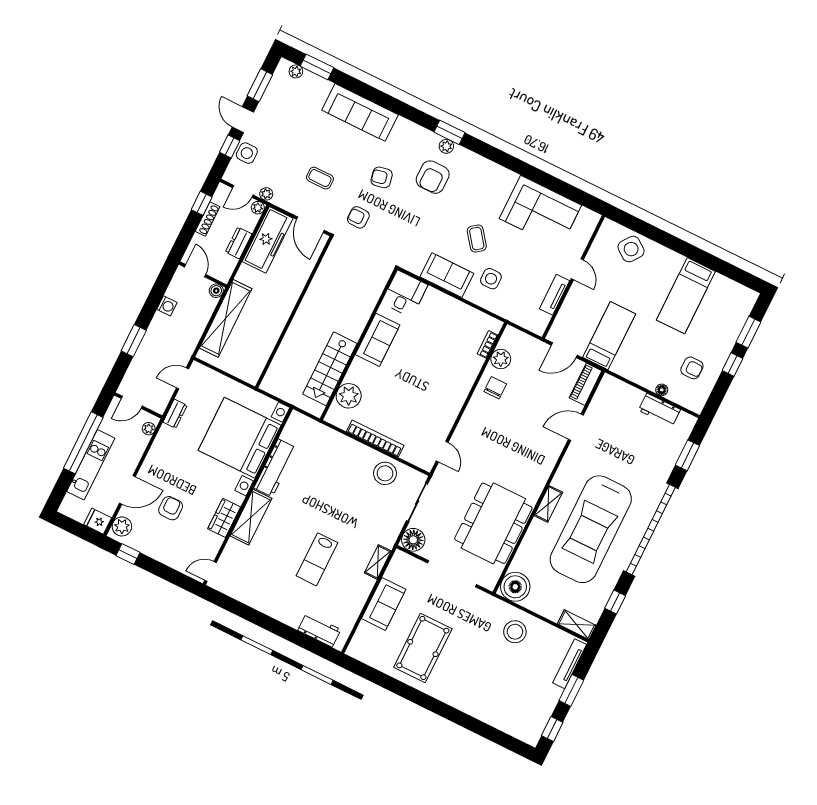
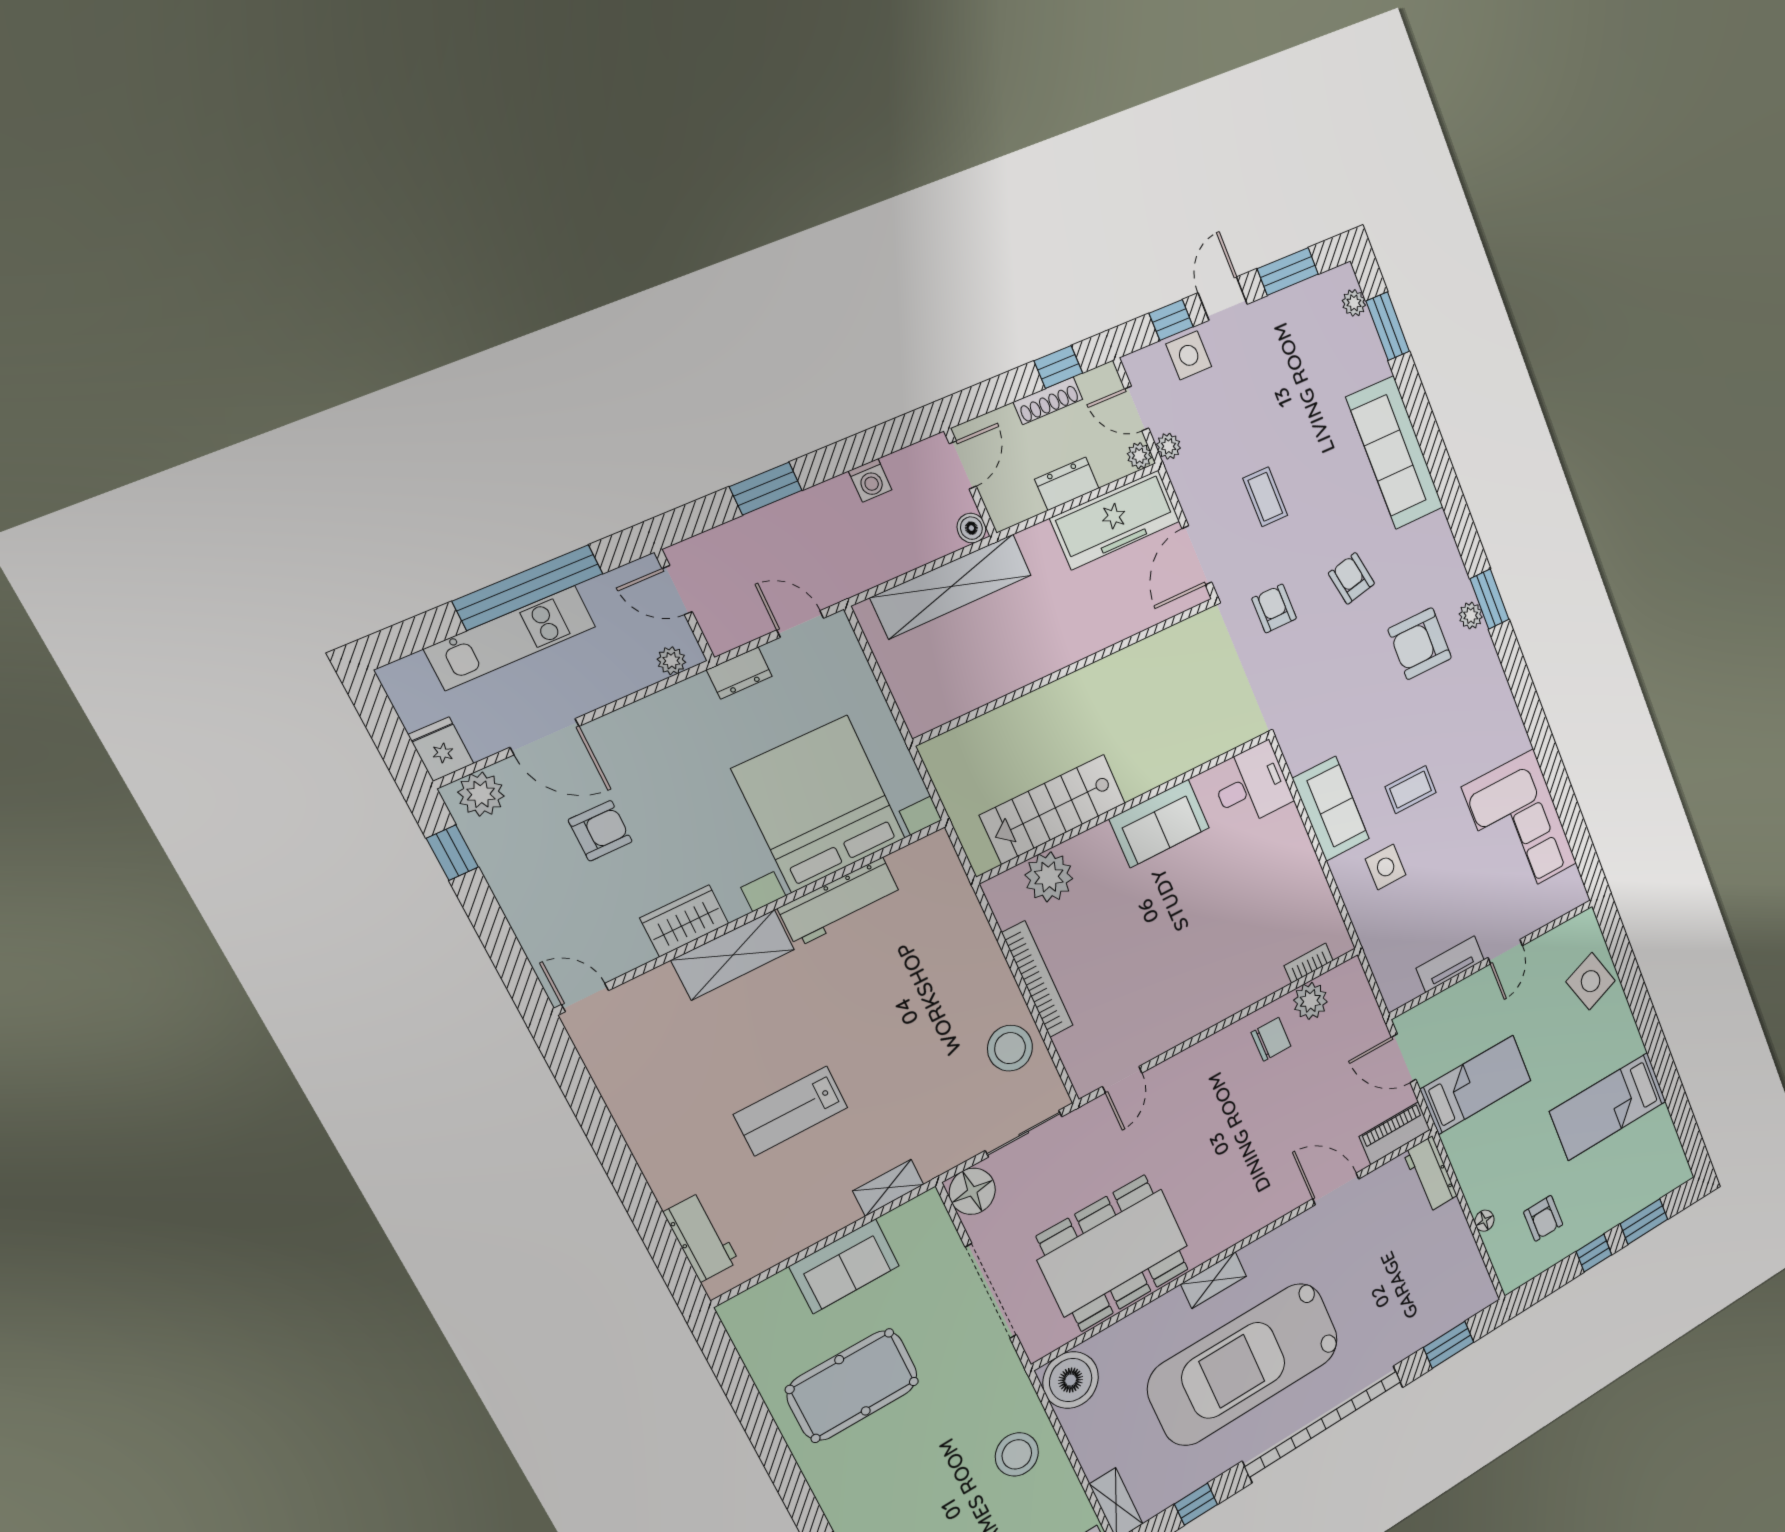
coffee table: (477, 239) -> (1411, 790), turned 37
side table: (631, 249) -> (1591, 981), turned 35
workbench: (659, 410) -> (1430, 1174), moved

